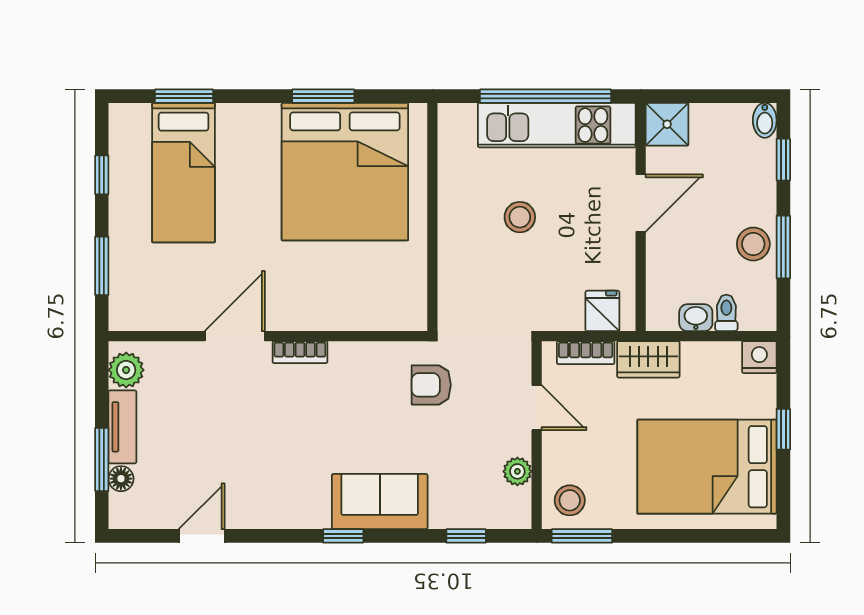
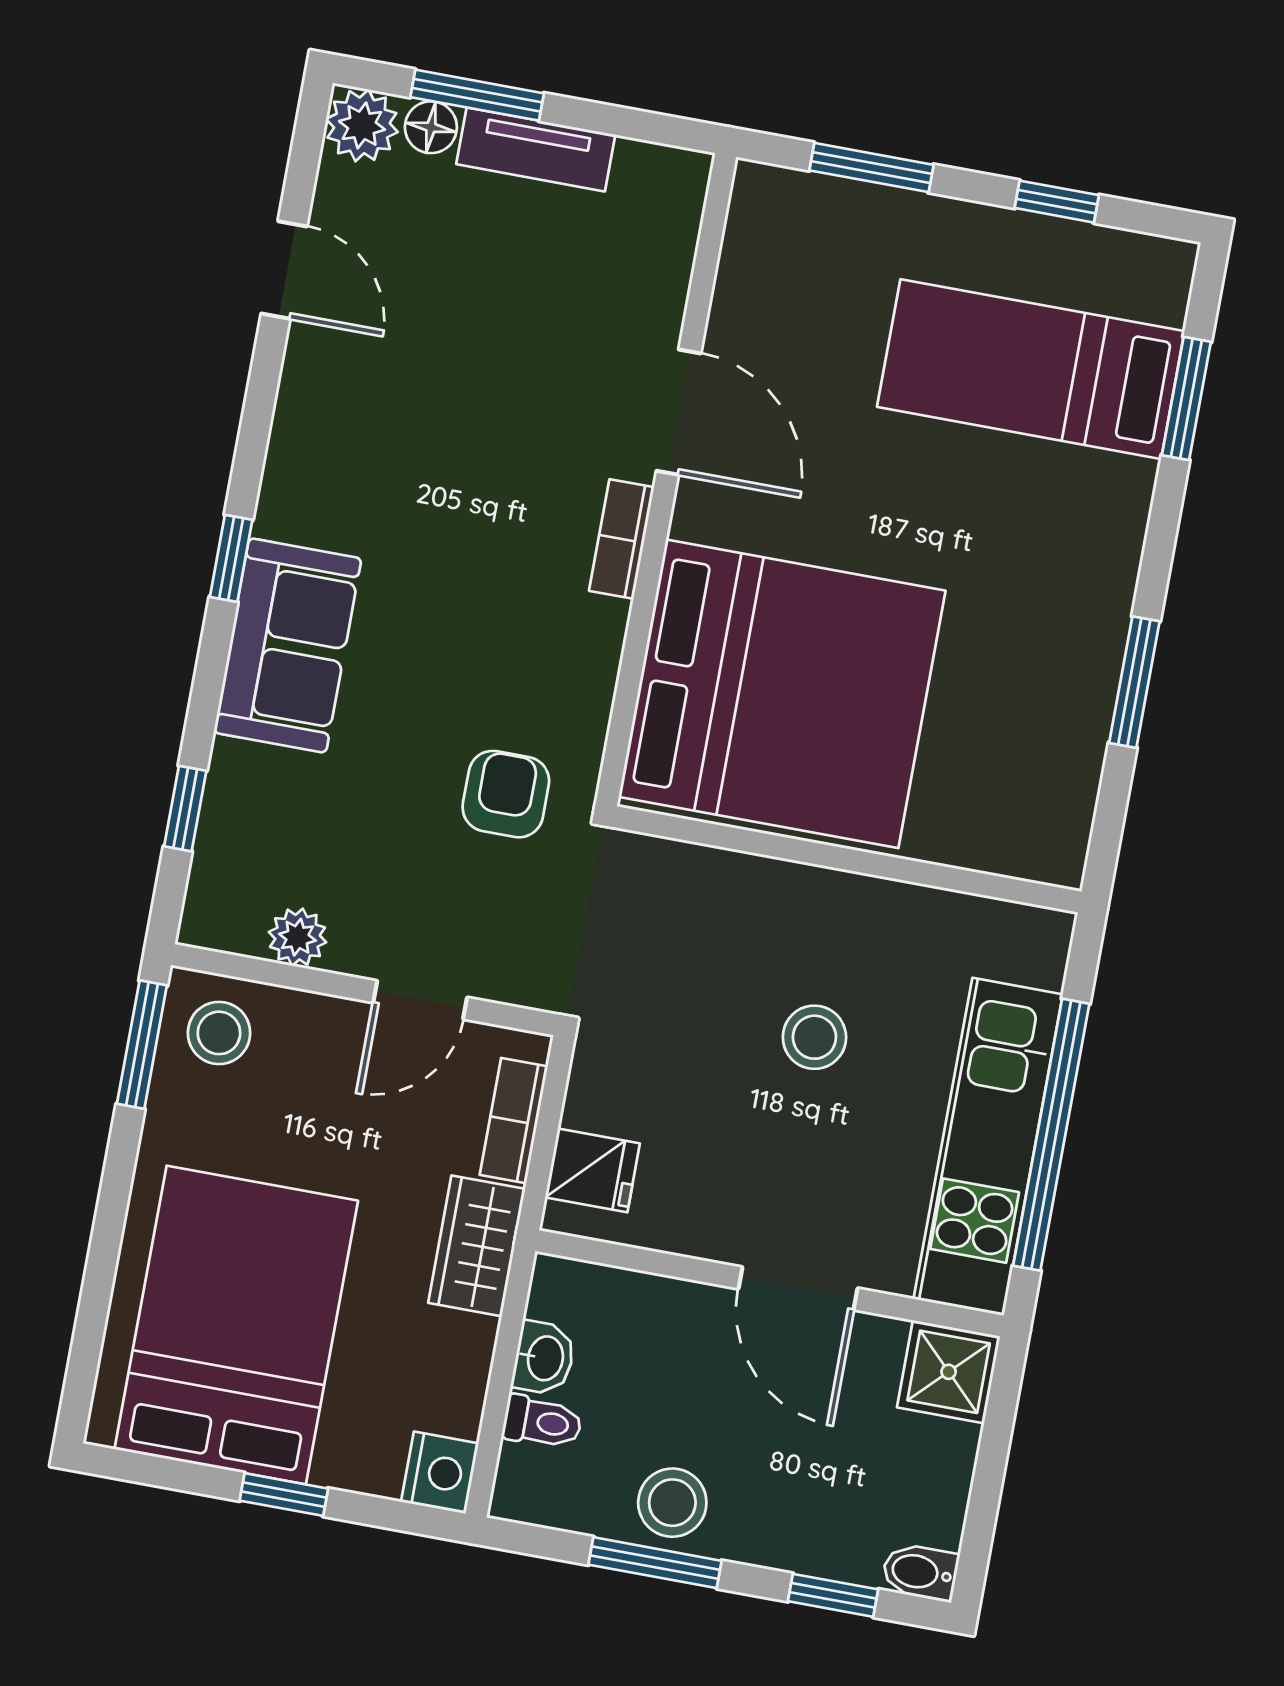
bed: (345, 172) -> (782, 694), moved, turned 180
plant: (126, 370) -> (362, 125), moved

